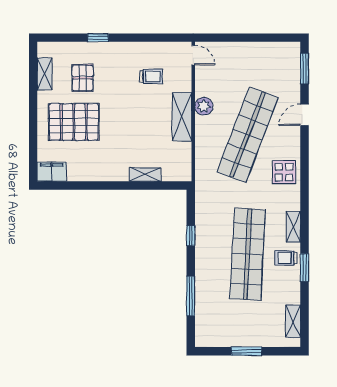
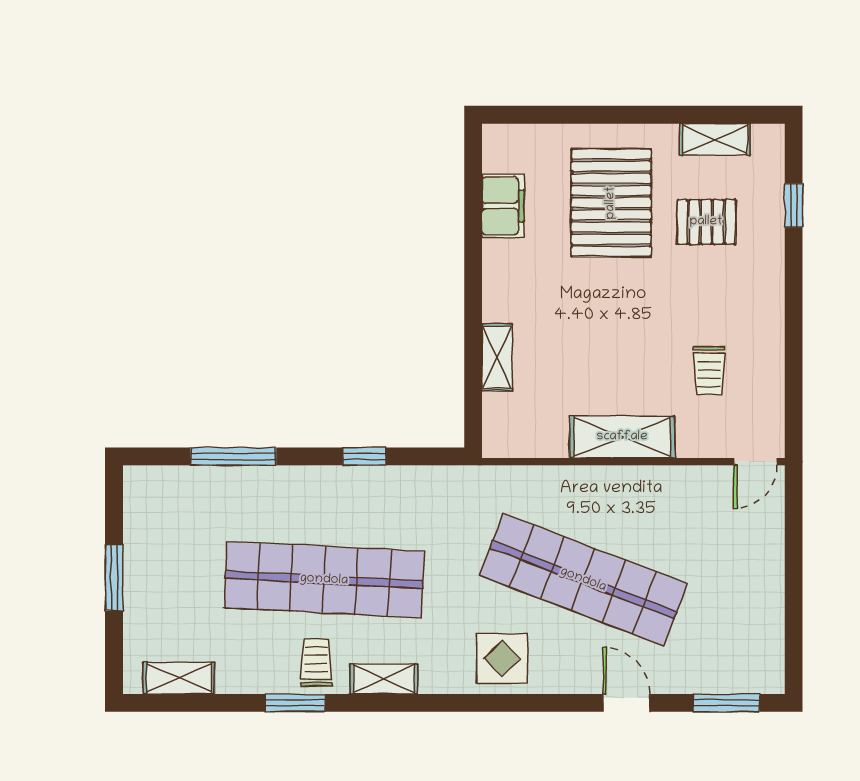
window: (98, 38) -> (794, 205), moved
plant: (204, 106) -> (645, 485), removed
filing cabinet: (52, 172) -> (503, 206), moved

